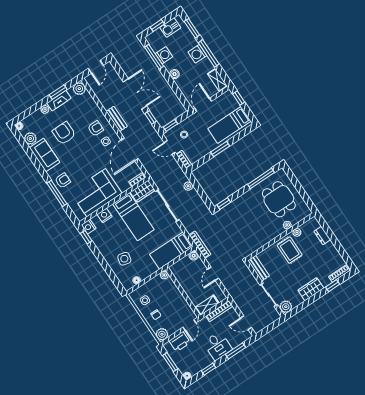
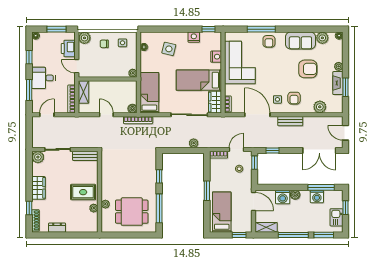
washing machine: (197, 54) -> (283, 197), moved, turned 180
plant: (79, 89) -> (320, 107), moved
double door: (135, 94) -> (319, 150), moved
window: (224, 203) -> (159, 176), moved
nightstand: (89, 227) -> (194, 37), moved
dresser: (322, 235) -> (57, 228), moved

